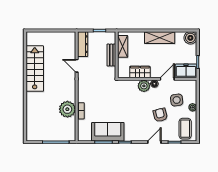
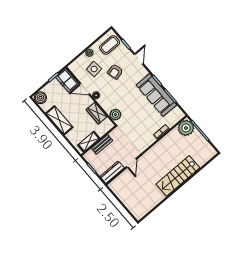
stairs: (35, 69) -> (178, 176), moved
plant: (144, 86) -> (115, 115), moved
plant: (67, 109) -> (186, 128), moved
sofa: (108, 132) -> (156, 95), width x1.36
door: (154, 142) -> (139, 59), swing flipped

